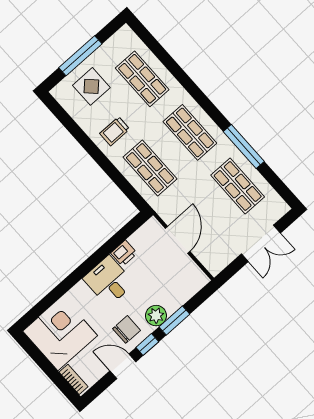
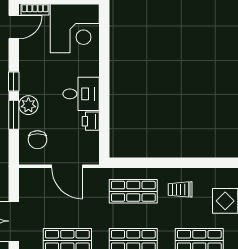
trolley: (115, 131) -> (180, 189), turned -90
chair: (127, 329) -> (37, 140), moved
door: (123, 366) -> (14, 27), moved

